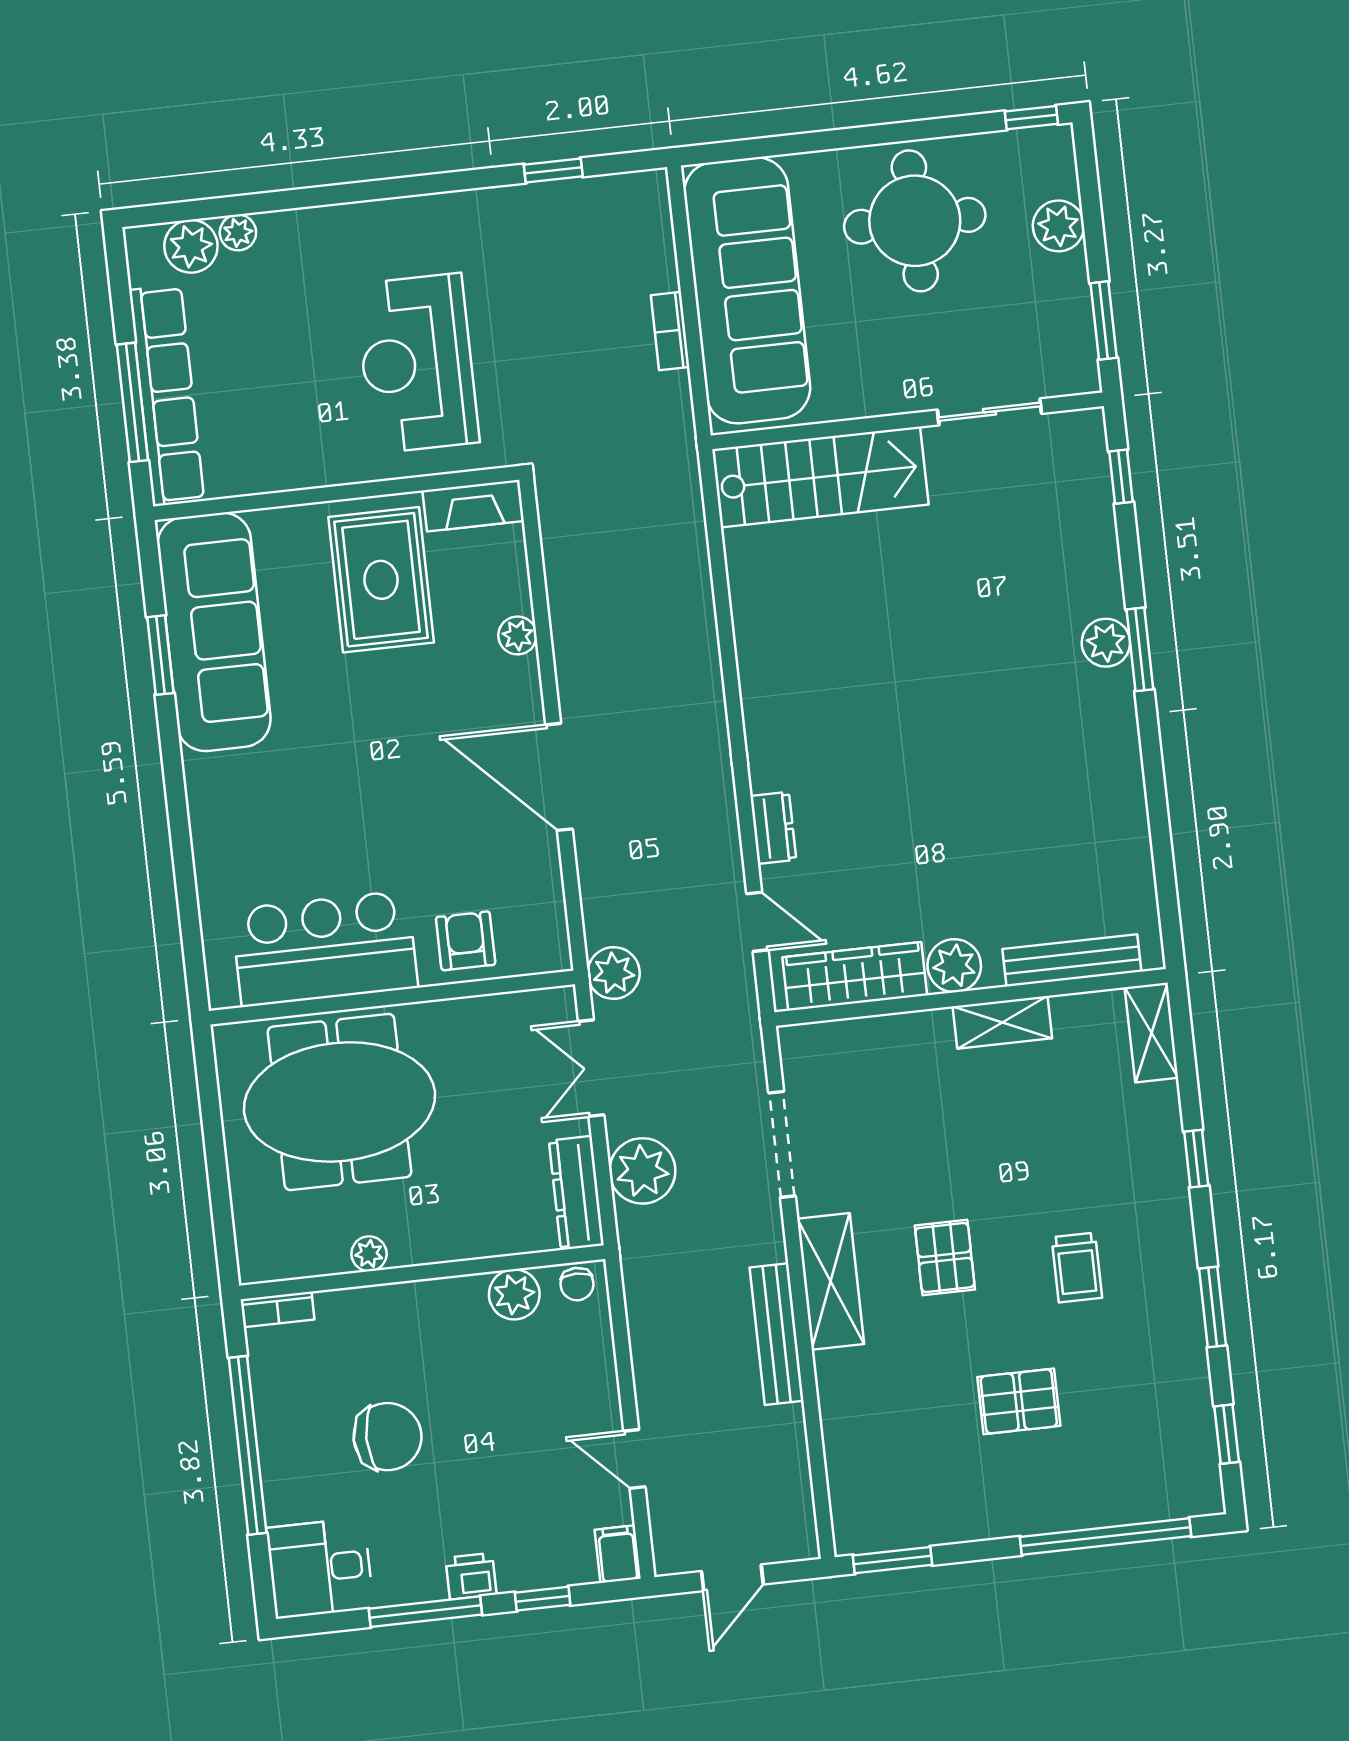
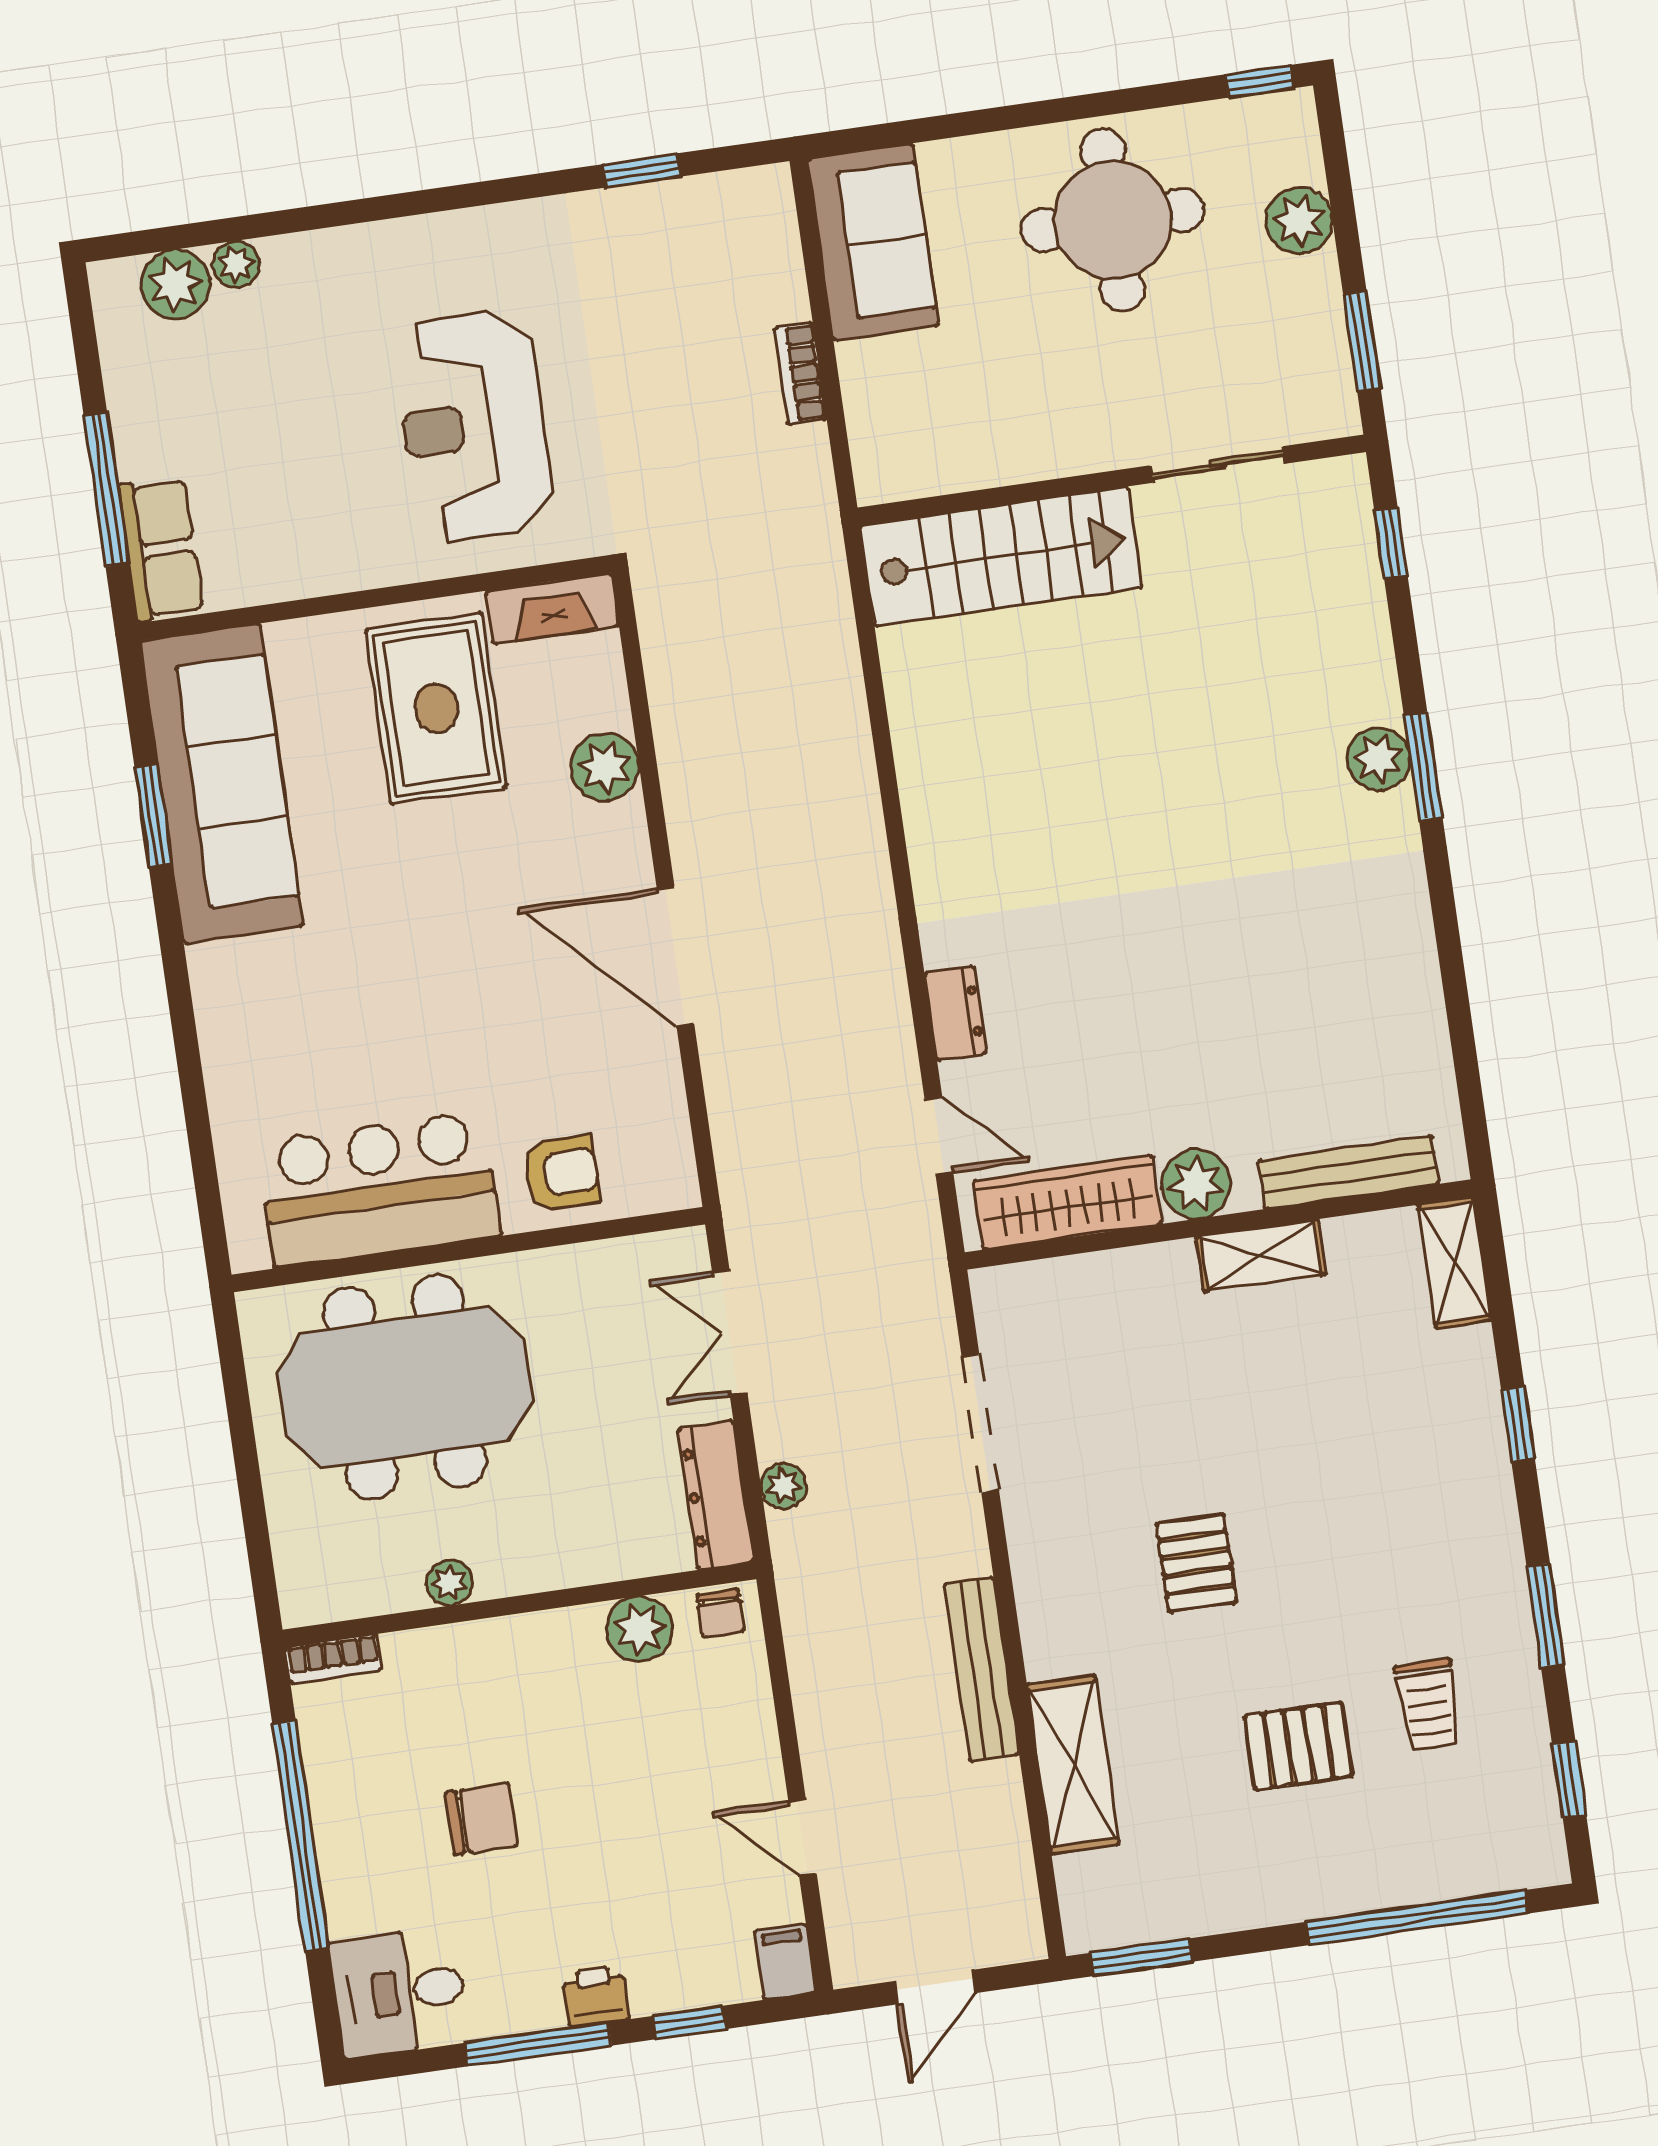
sofa: (747, 290) -> (873, 242), width x0.54, depth x0.79
row of seats: (167, 395) -> (161, 549), width x0.50
plant: (517, 635) -> (605, 767), width x1.38, depth x1.38
armchair: (466, 941) -> (561, 1173), turned 90
plant: (614, 973) -> (755, 1208), removed
plant: (642, 1171) -> (784, 1486), width x0.53, depth x0.53
trolley: (1077, 1268) -> (1428, 1705), moved
shelving: (831, 1281) -> (1073, 1764), moved
chair: (388, 1437) -> (481, 1819), width x0.73, depth x0.73

